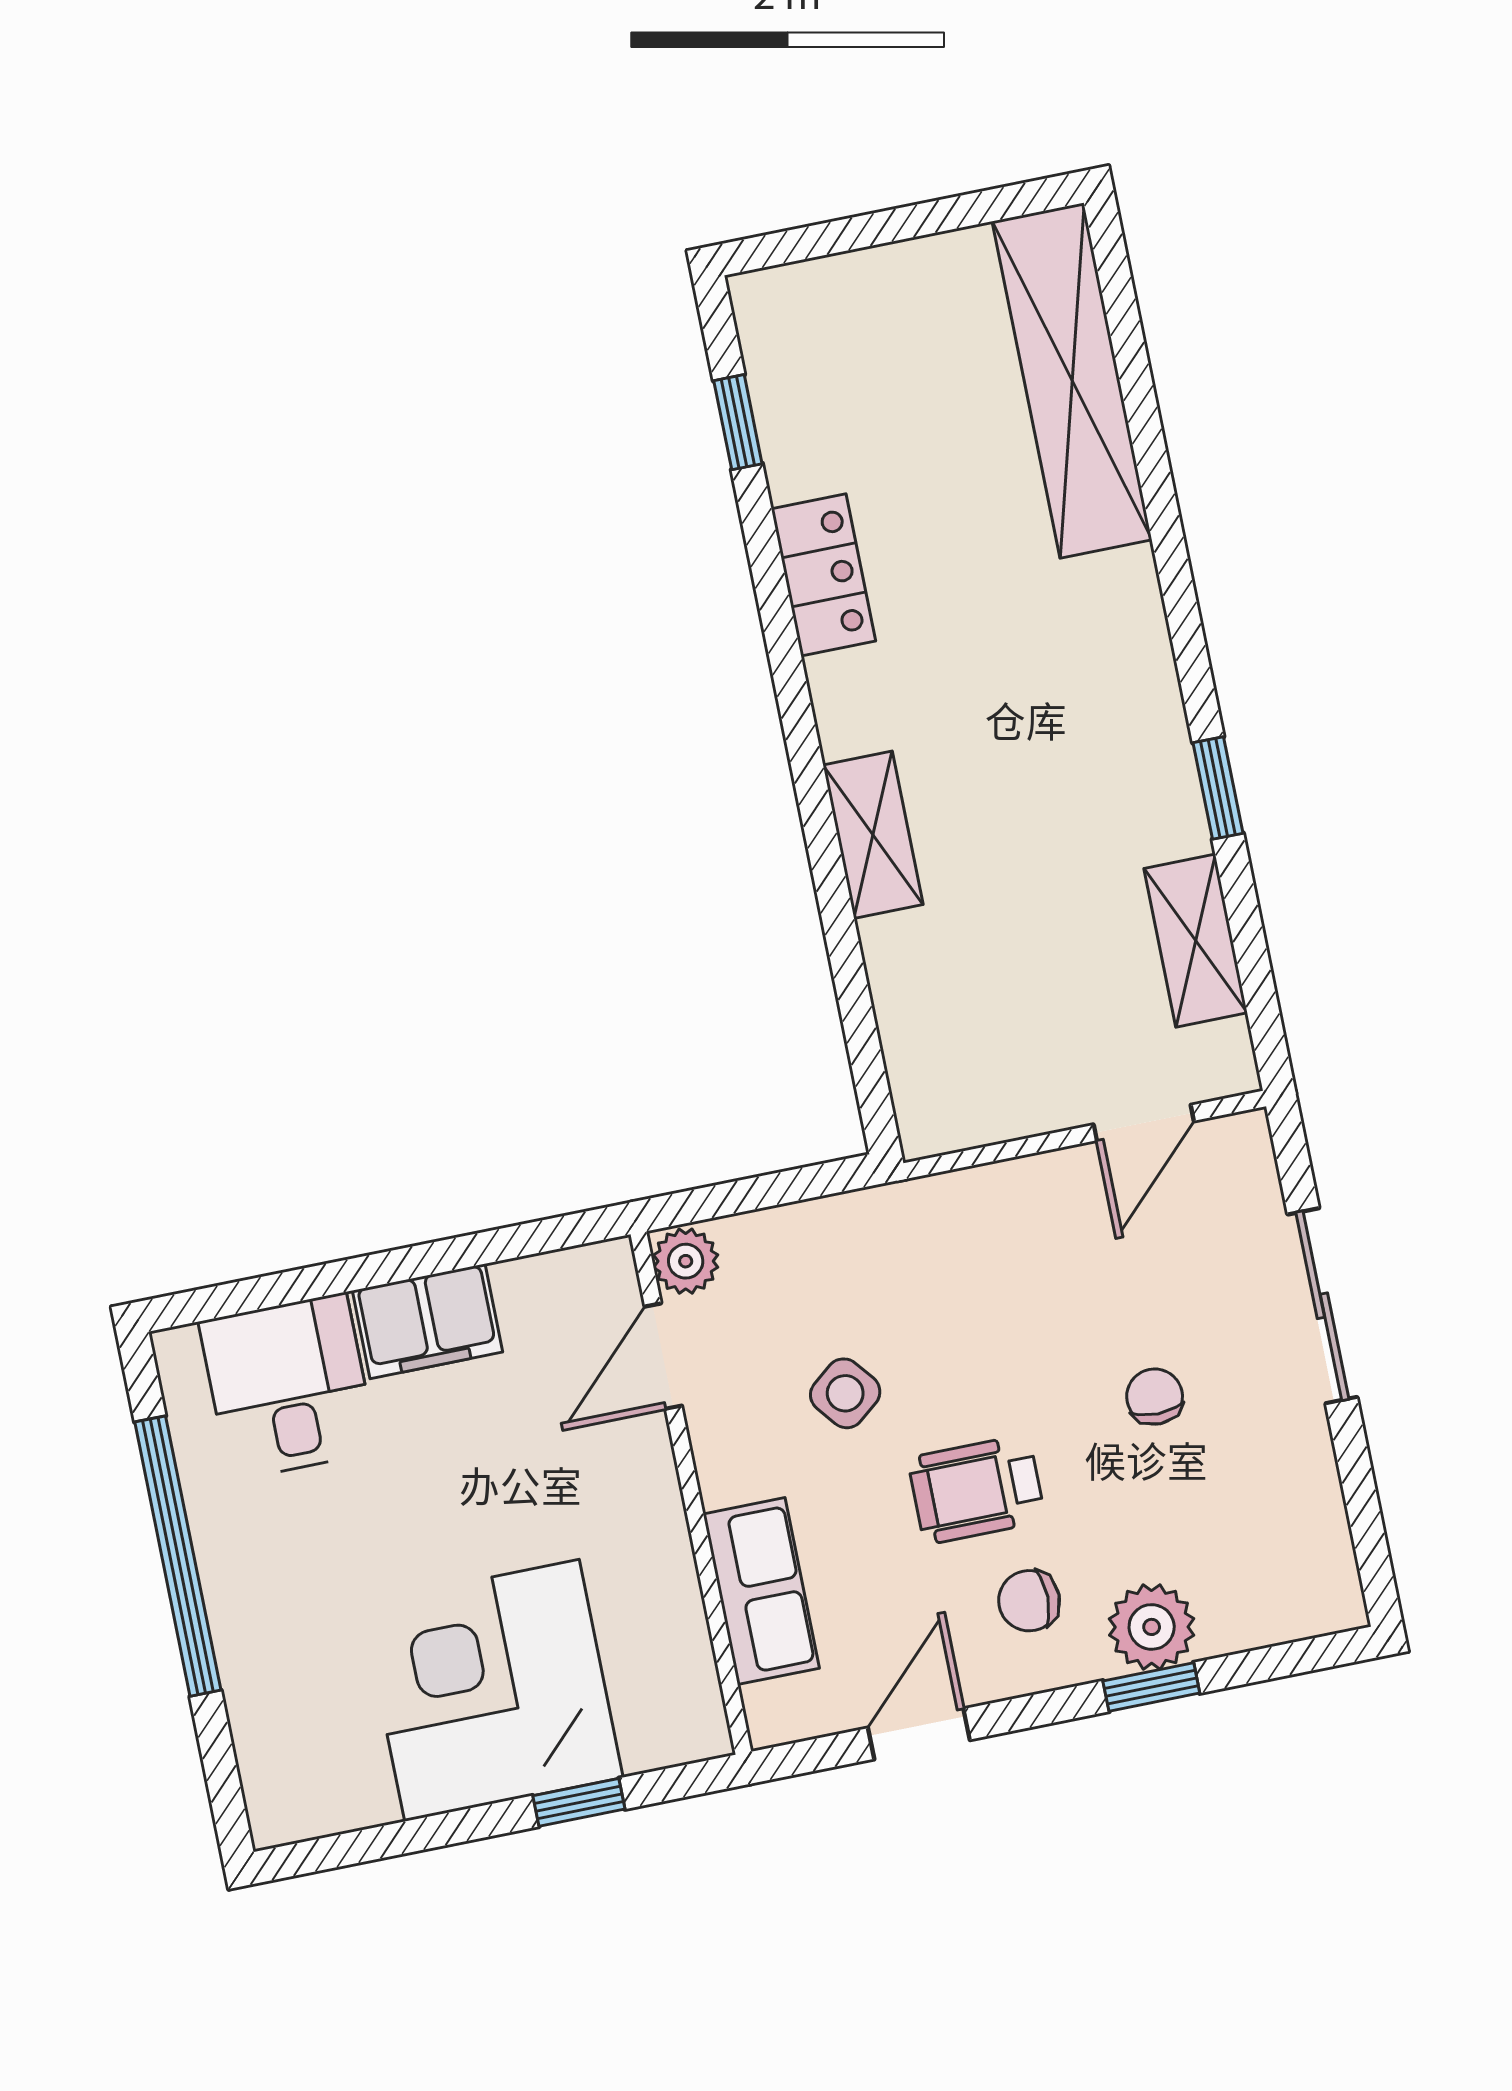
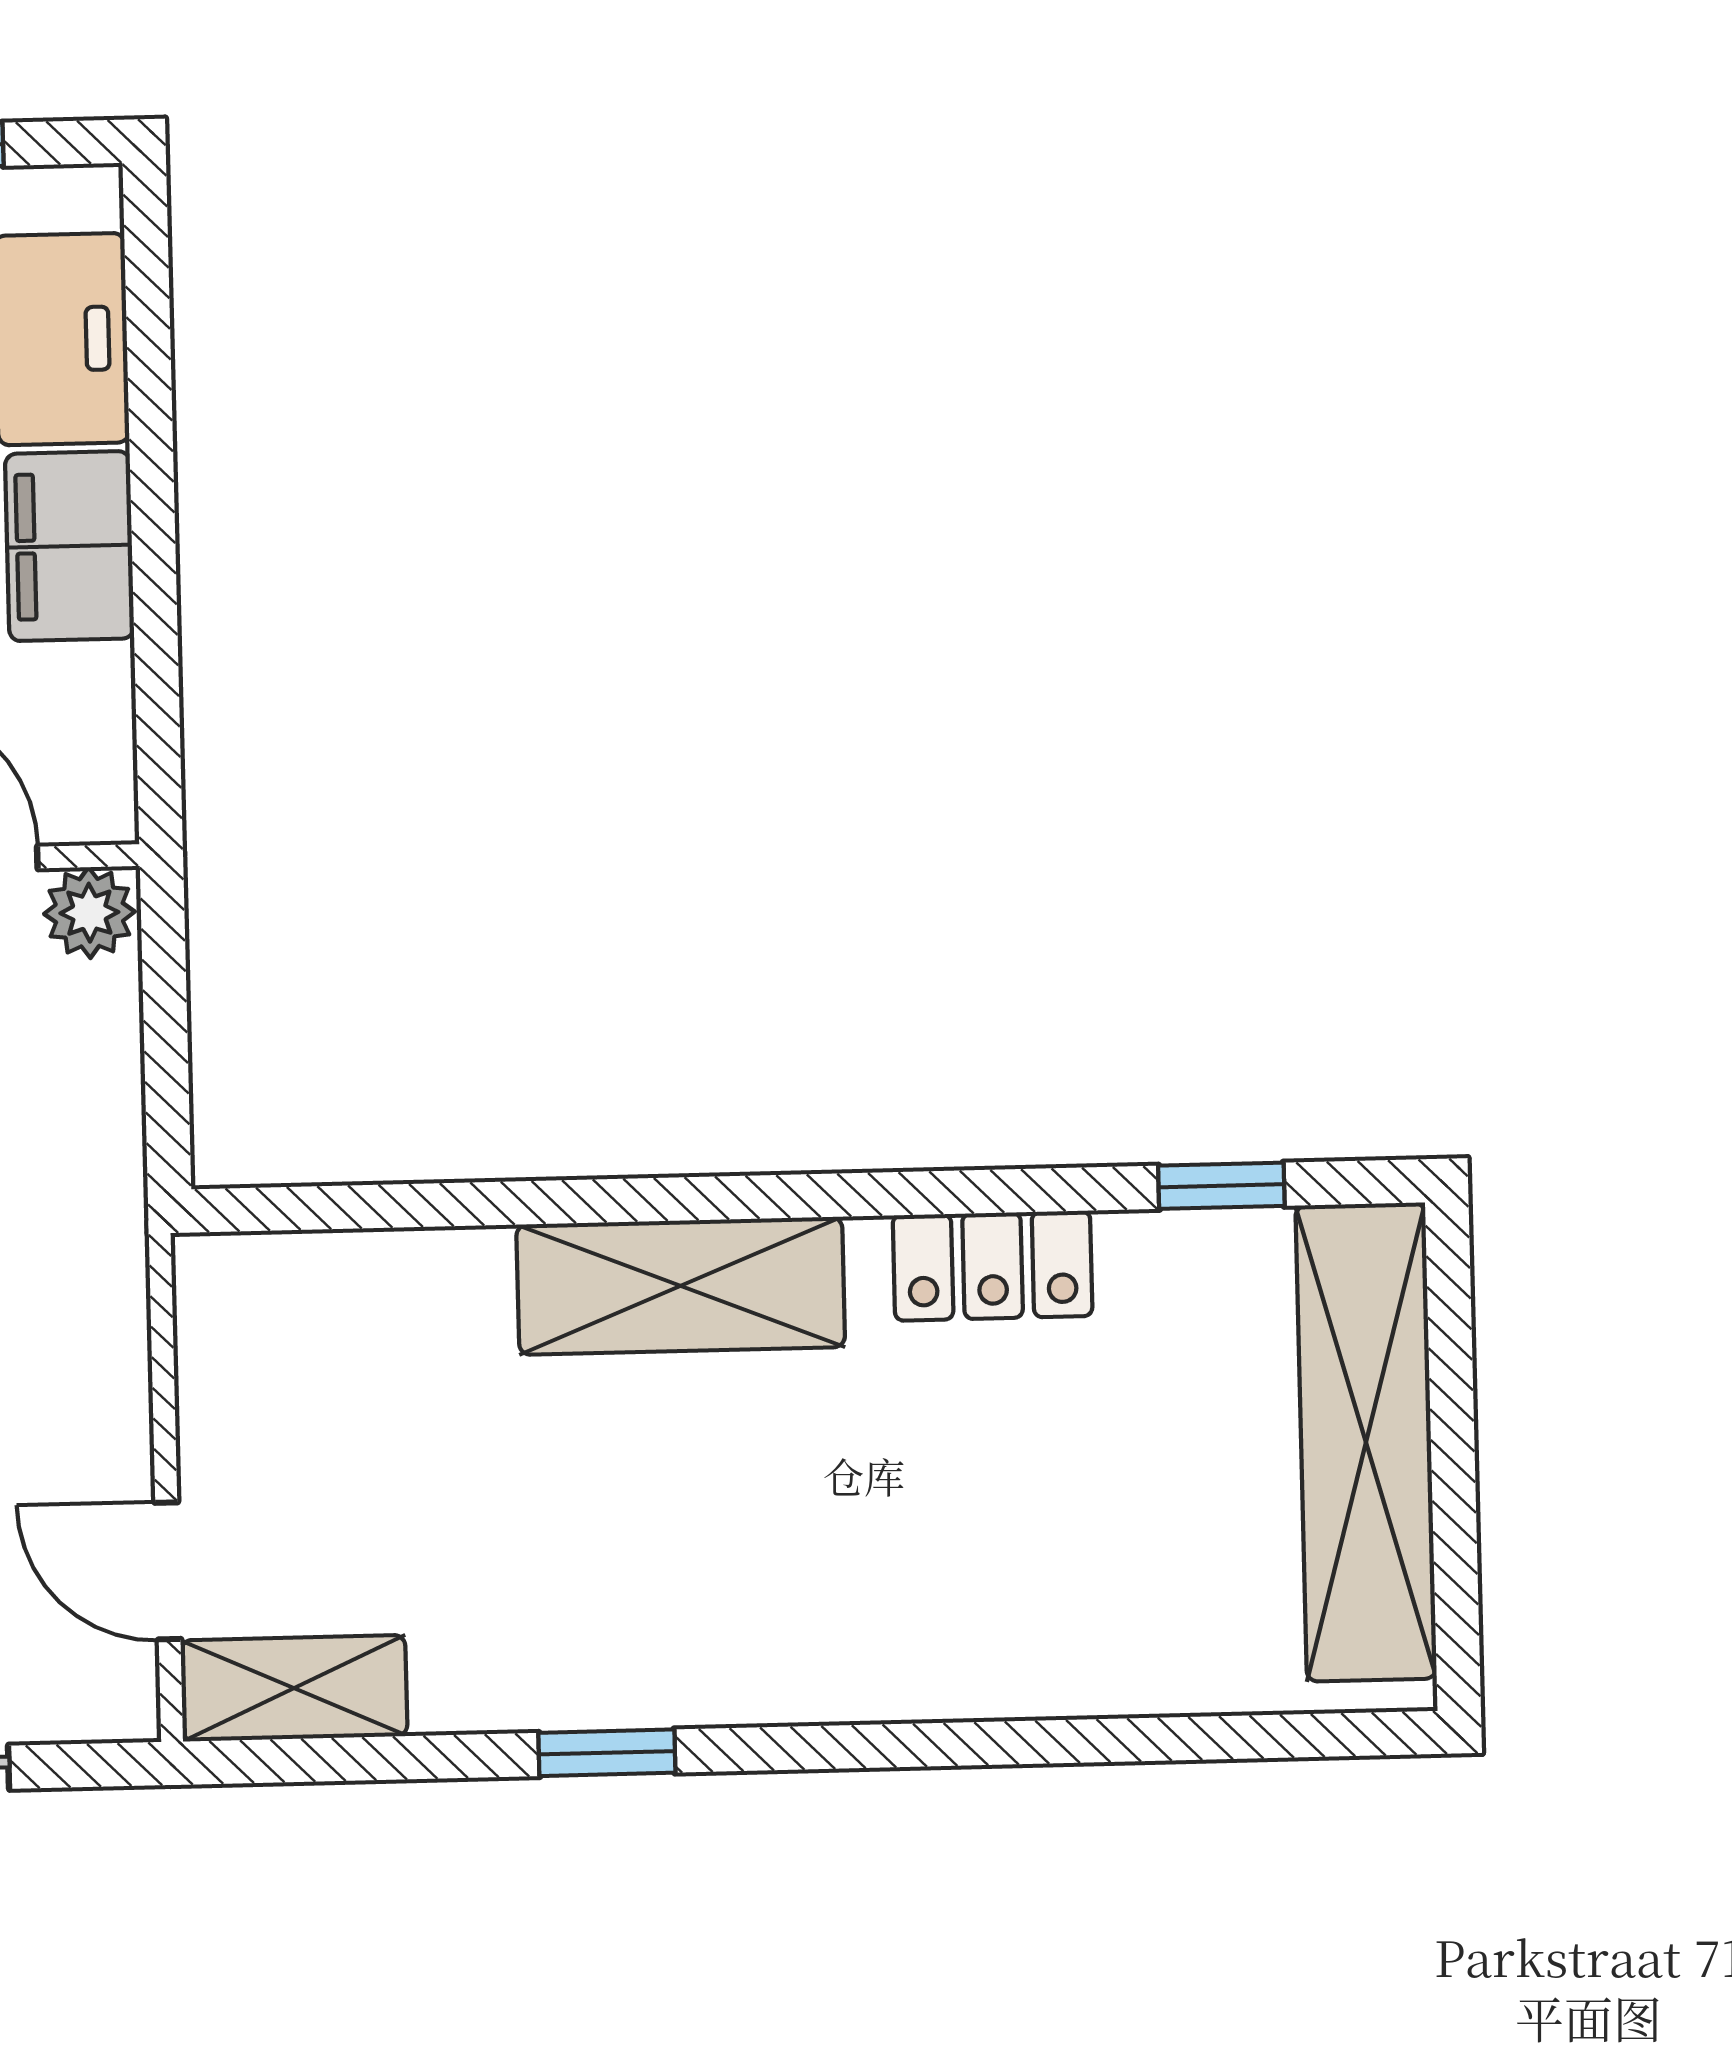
shelving: (1072, 381) -> (1366, 1442), moved, turned 90
shelving: (873, 835) -> (681, 1286), width x1.50, depth x1.33
shelving: (1196, 941) -> (294, 1688), moved

